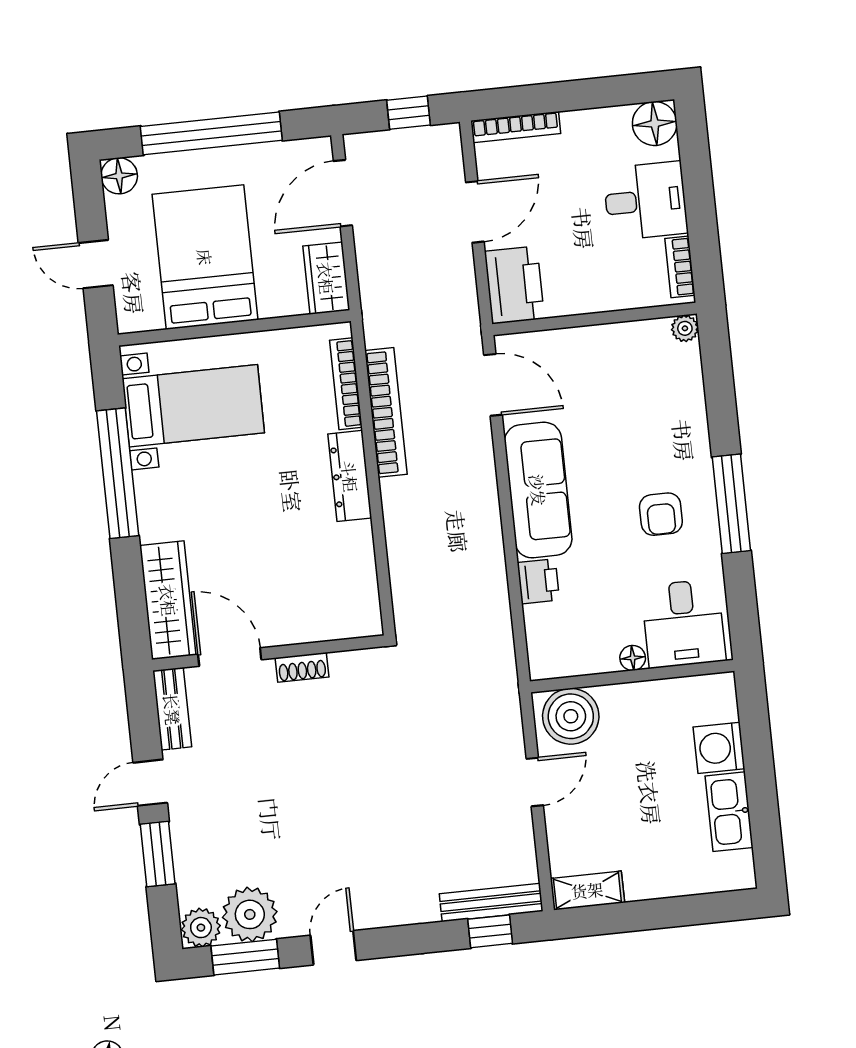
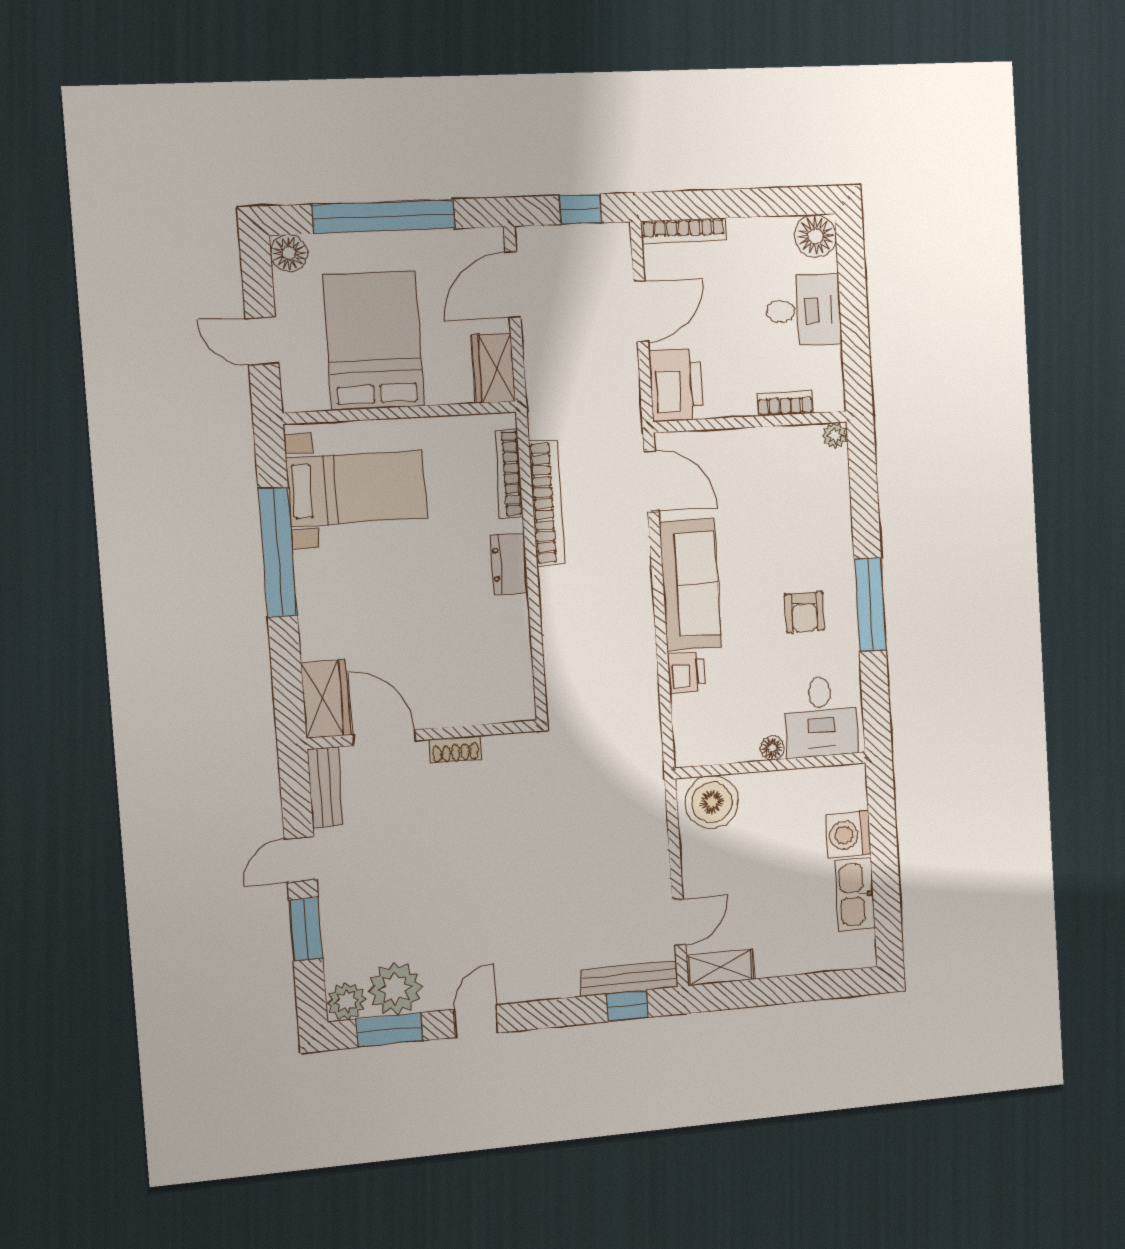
bookcase: (680, 267) -> (785, 403), moved, turned 90
dresser: (350, 476) -> (509, 564), width x0.70
wardrobe: (168, 600) -> (326, 699), width x0.67
door: (535, 782) -> (679, 922), moved

